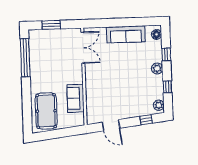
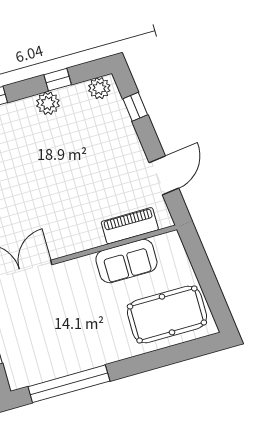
plant: (157, 68) -> (48, 103), moved
piano: (92, 104) -> (130, 226), added

